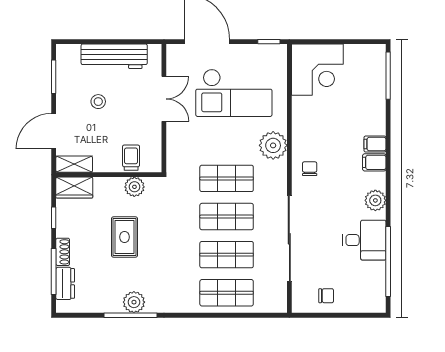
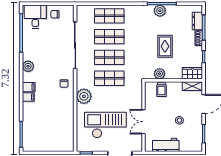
workbench: (114, 56) -> (166, 145), width x0.73
corner desk: (317, 70) -> (60, 138), removed
desk: (364, 240) -> (35, 17), moved, turned 90

